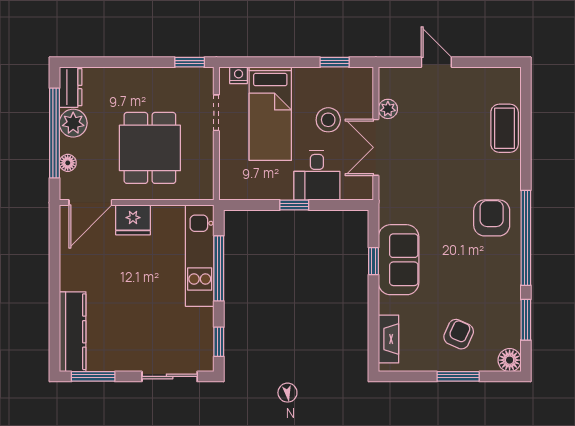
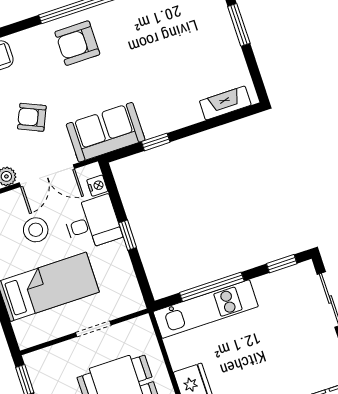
nightstand: (239, 75) -> (97, 186), moved, turned 180
doorway: (216, 113) -> (93, 329), moved
sofa: (399, 260) -> (106, 132), moved
armchair: (459, 334) -> (32, 117), moved

